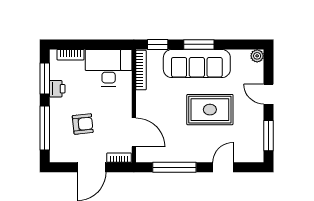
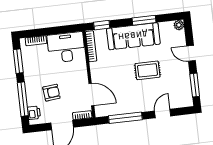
window: (199, 44) -> (144, 20), moved
printer: (57, 89) -> (34, 113), moved
rug: (210, 110) -> (147, 70), width x0.73, depth x0.70

